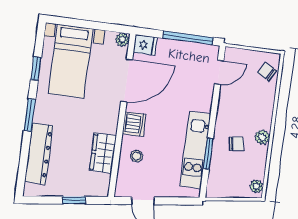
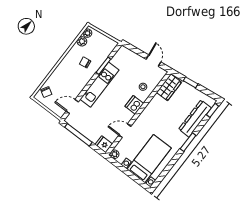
window: (36, 69) -> (212, 110), moved
door: (127, 81) -> (125, 131), width x0.53
plant: (262, 137) -> (82, 41), moved
kitchen unit: (195, 150) -> (99, 85), moved
wardrobe: (103, 153) -> (169, 87), moved

